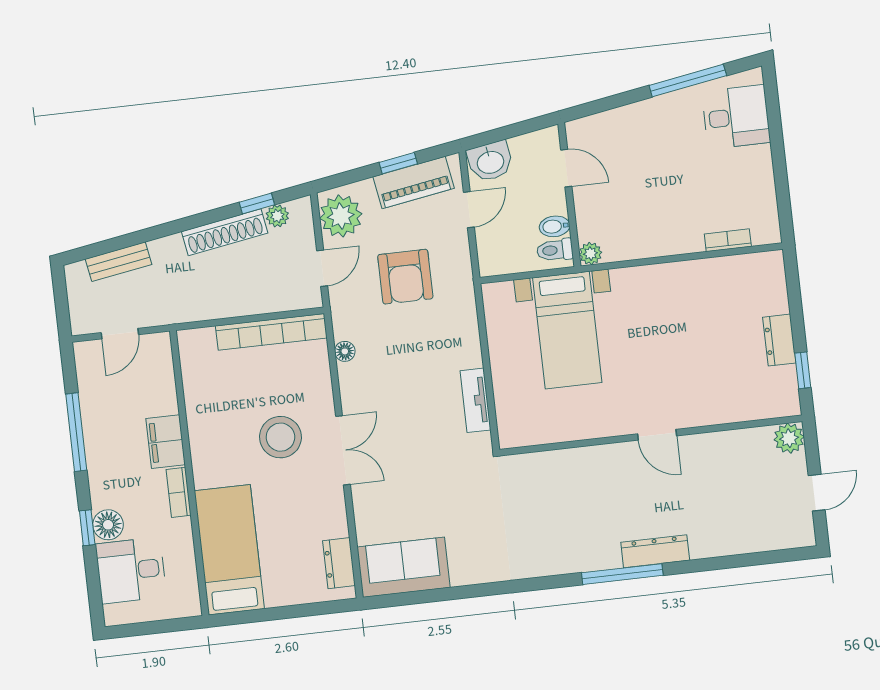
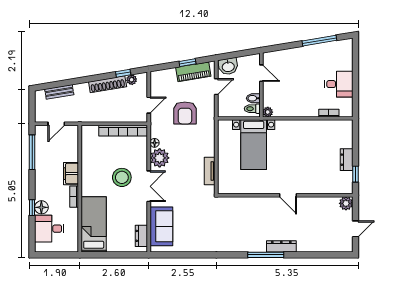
desk: (736, 117) -> (339, 84), moved
plant: (341, 216) -> (160, 158), moved
window: (76, 432) -> (32, 152), moved
sofa: (404, 567) -> (161, 226), moved, turned 90

